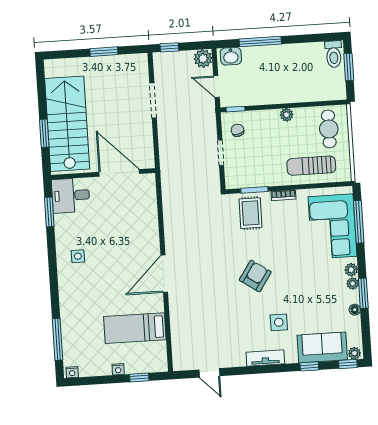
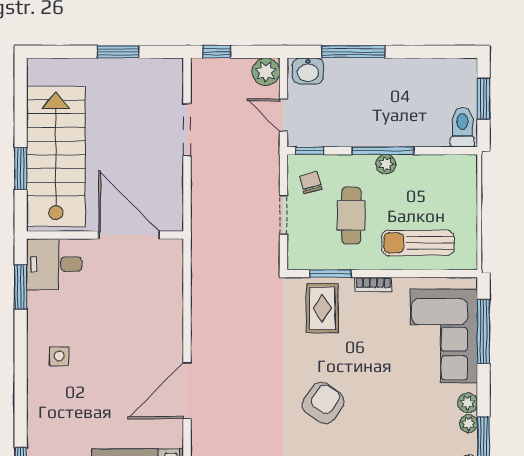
toilet: (334, 54) -> (462, 127), moved, turned 180
window: (284, 106) -> (383, 151), added
cafe table: (329, 129) -> (351, 216), moved

